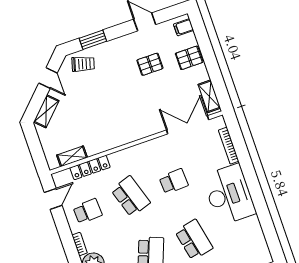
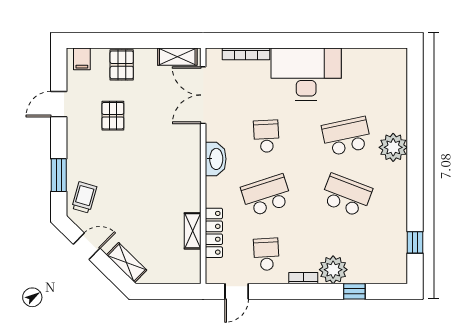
washbasin: (144, 150) -> (216, 159), added
shelving: (72, 156) -> (193, 231), moved
door: (53, 199) -> (237, 291), swing flipped

